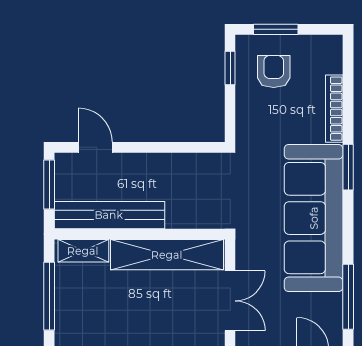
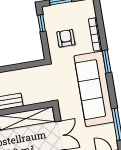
armchair: (274, 71) -> (66, 38), moved

